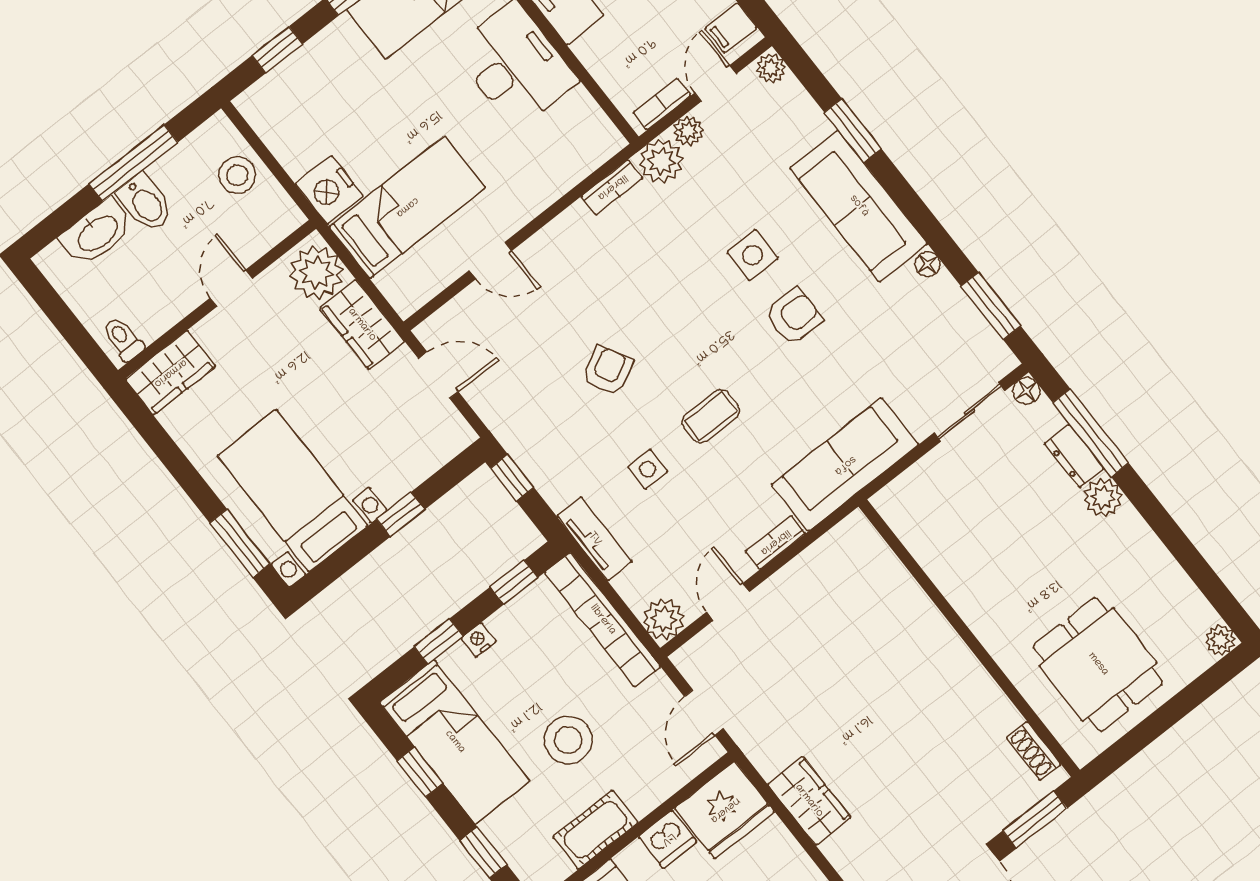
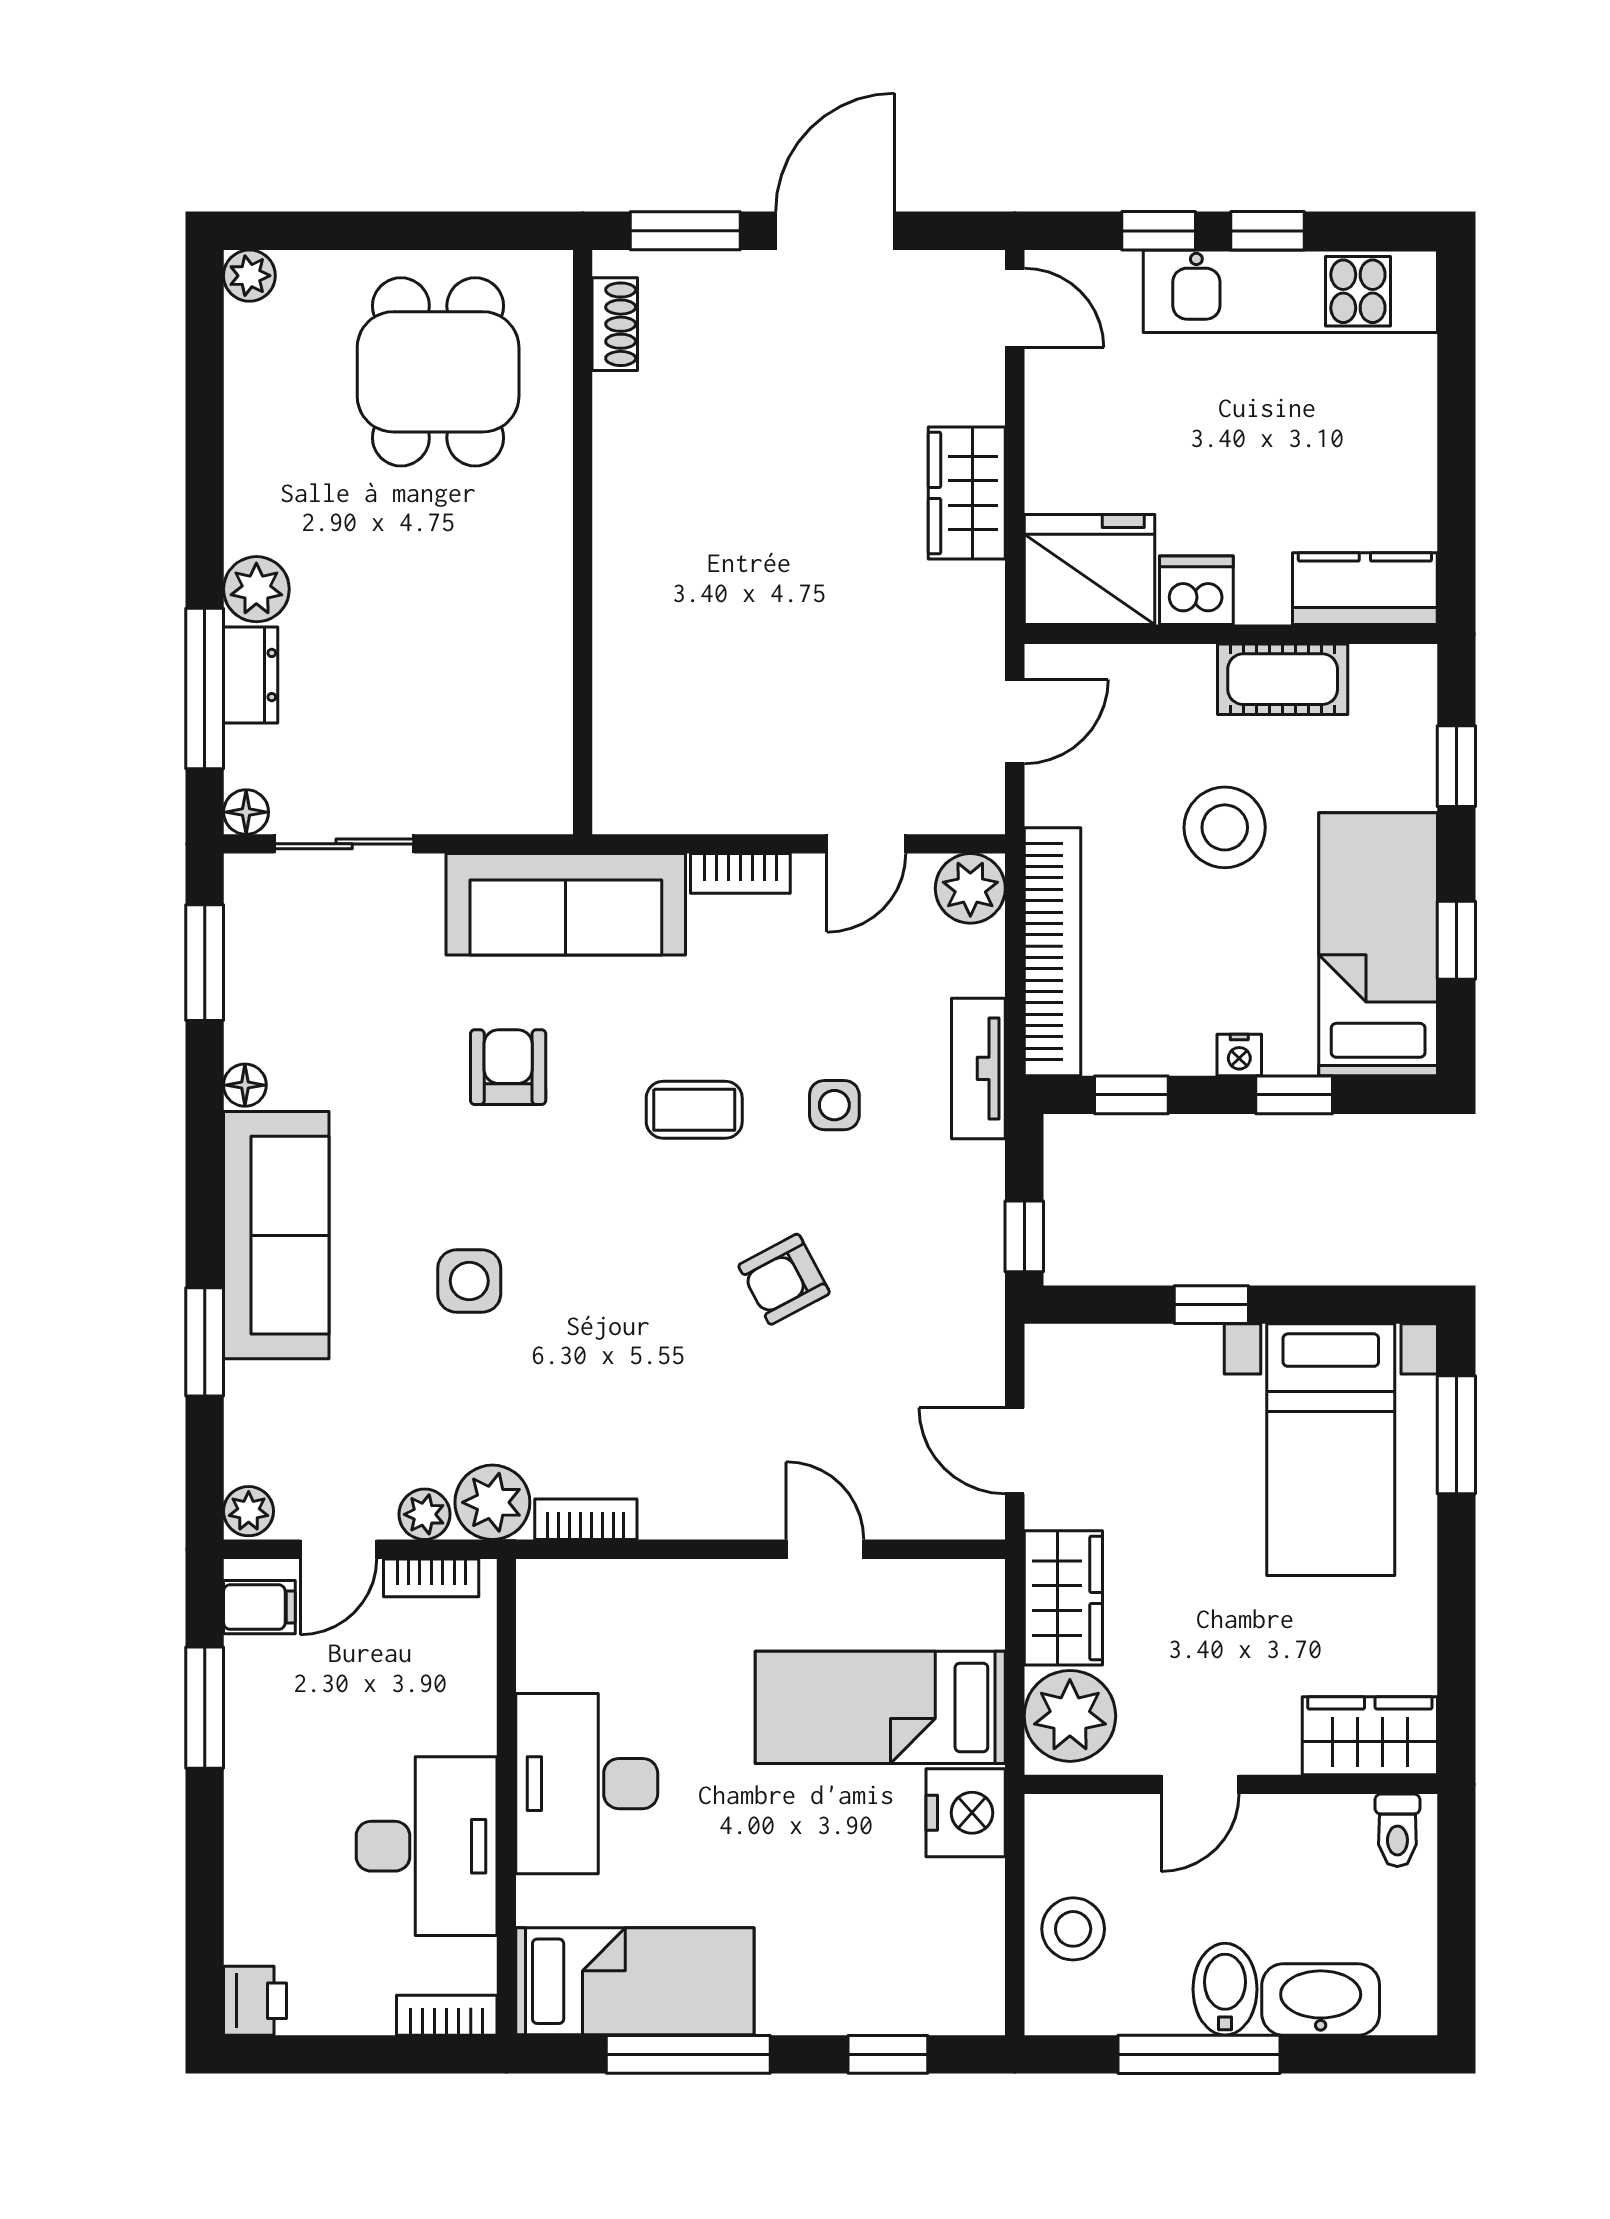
armchair: (794, 316) -> (508, 1067), moved, turned 90

